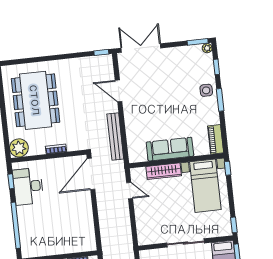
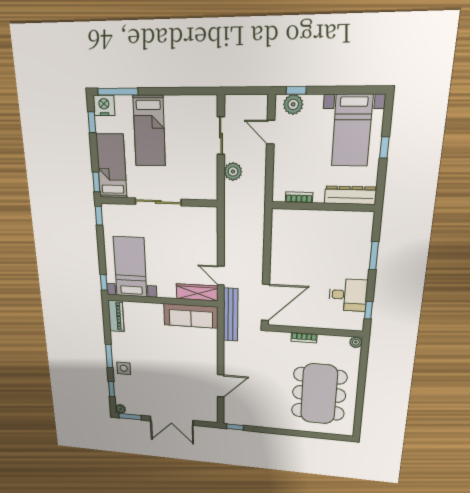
double door: (141, 48) -> (172, 421), moved
door: (119, 91) -> (221, 386), hinge flipped
bench: (115, 137) -> (231, 315), moved
plant: (19, 148) -> (356, 342), width x0.53, depth x0.53
sofa: (170, 149) -> (191, 316), moved
wardrobe: (164, 171) -> (197, 292), moved
desk: (28, 186) -> (348, 295), width x0.73
window: (16, 225) -> (374, 256), width x0.47

